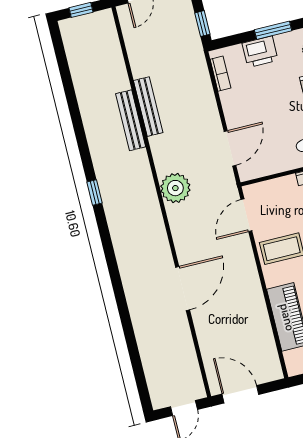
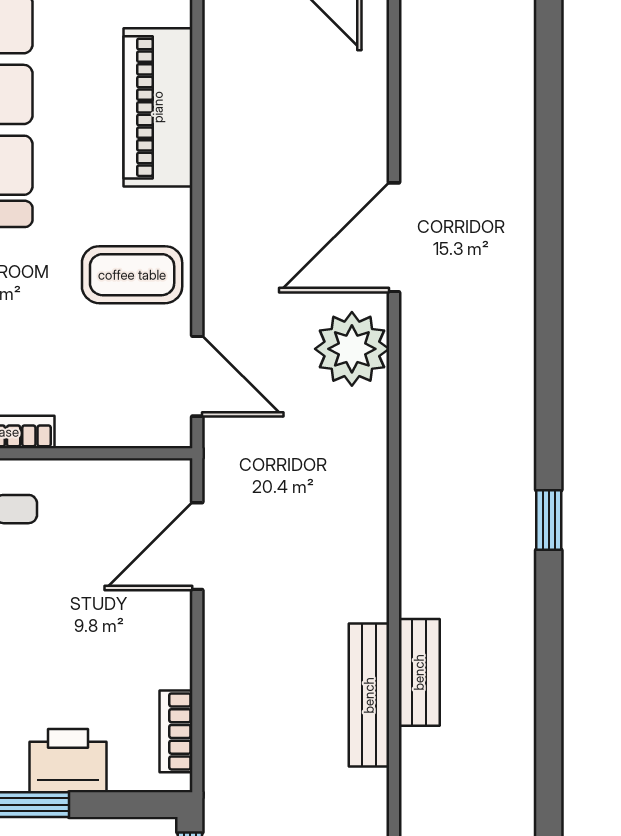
bench: (131, 120) -> (419, 672), width x0.73
plant: (175, 188) -> (352, 349), moved
door: (246, 215) -> (197, 376), hinge flipped

